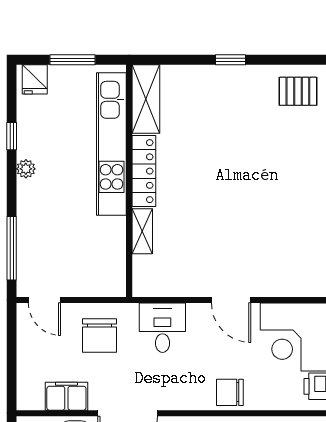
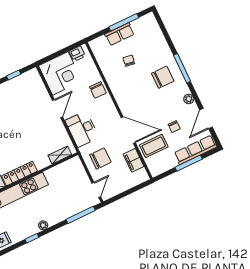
shelving: (142, 231) -> (60, 155), moved
desk: (162, 328) -> (82, 129), width x1.37

